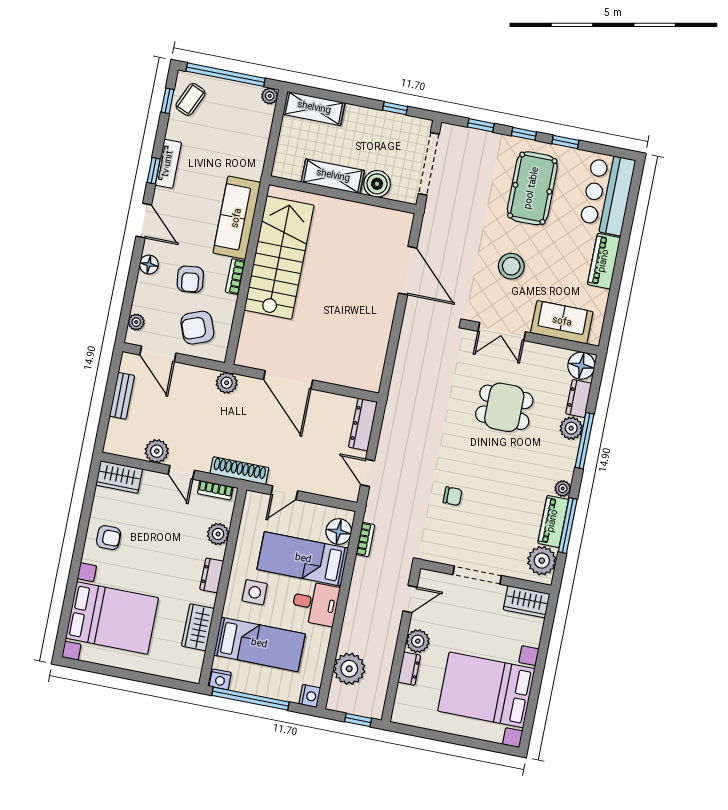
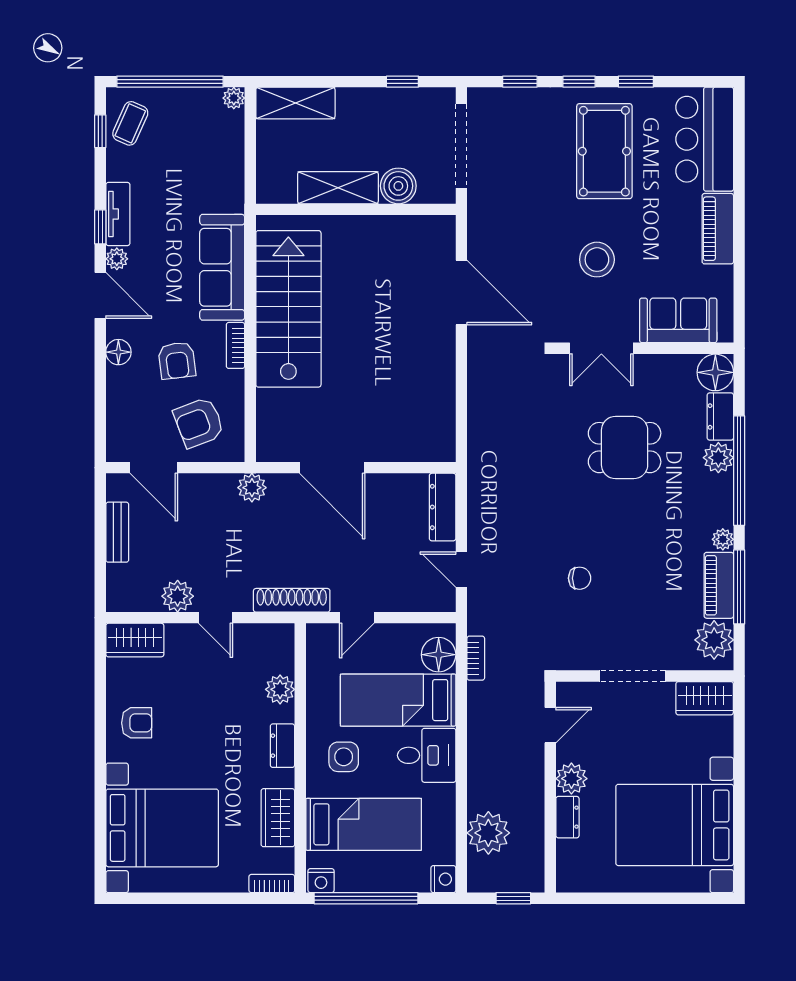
plant: (136, 322) -> (117, 259), moved
window: (585, 441) -> (739, 471), width x1.46
bookcase: (215, 490) -> (272, 884), moved, turned 180

